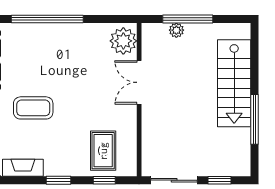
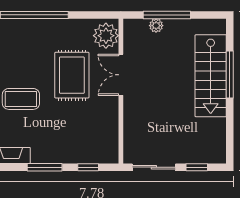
window: (254, 119) -> (230, 74), moved
rug: (103, 151) -> (72, 75), moved, width x1.36, depth x1.43
window: (58, 180) -> (45, 167), width x1.50

